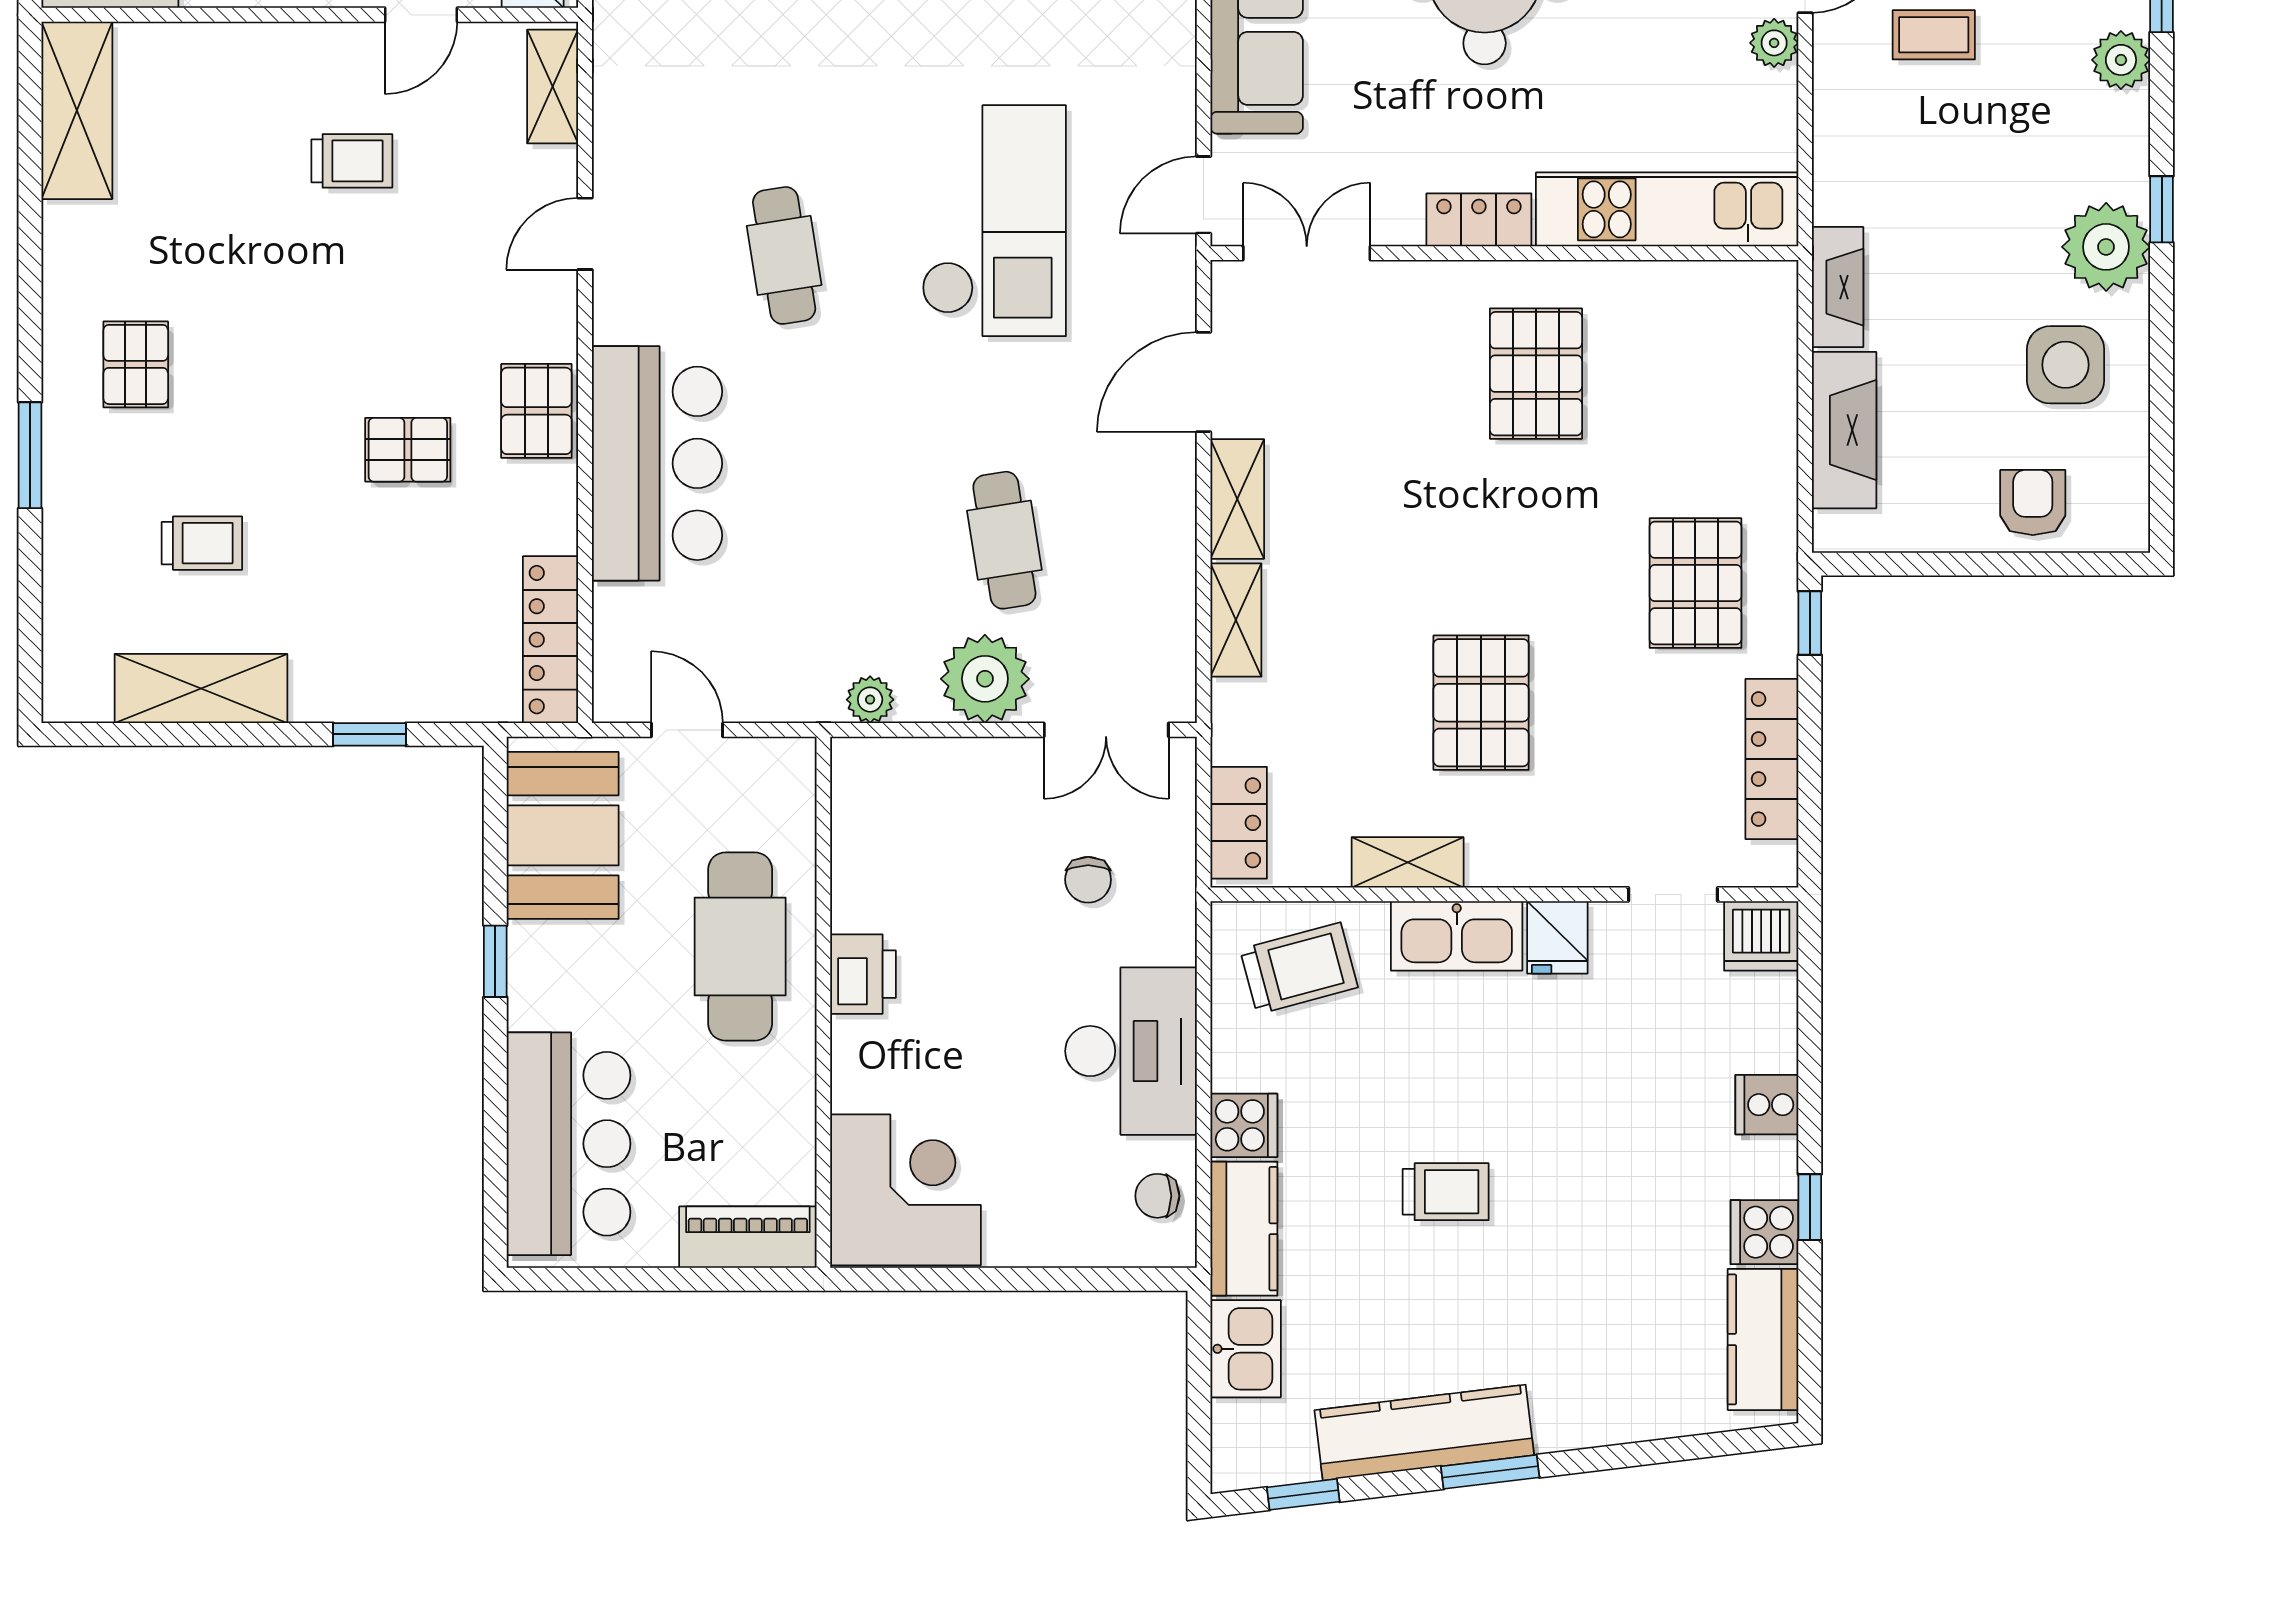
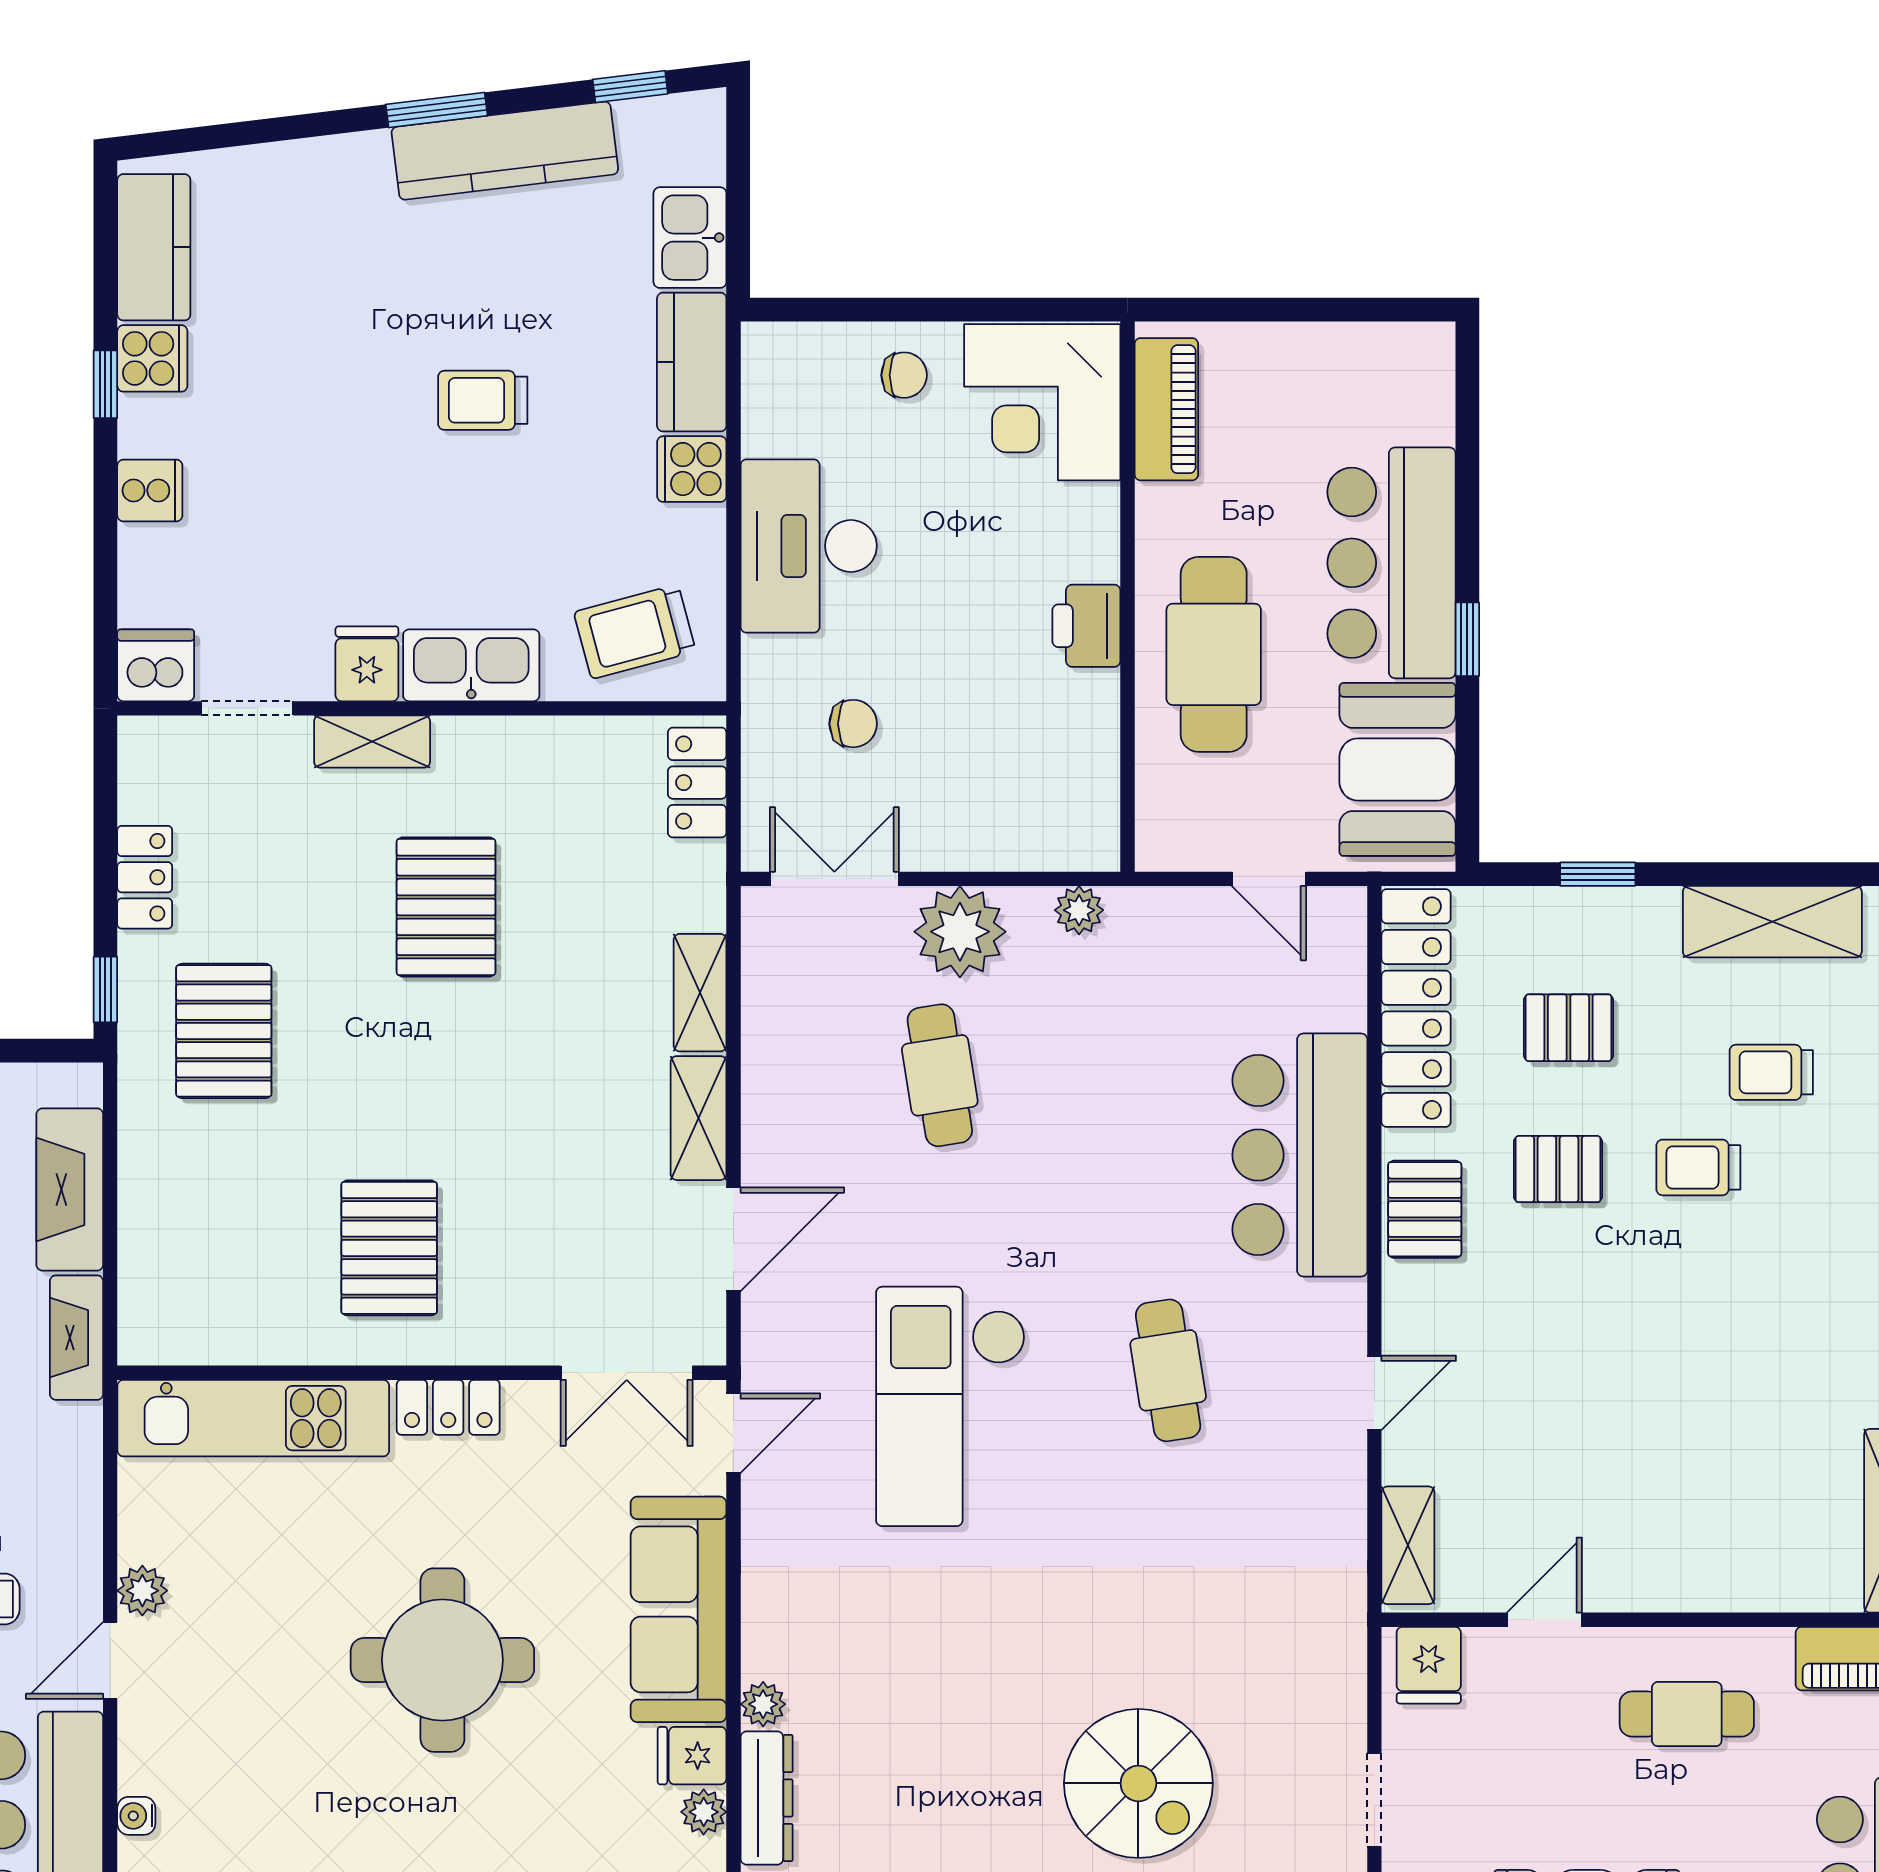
trolley: (352, 161) -> (1698, 1167), moved
pallet: (136, 364) -> (1568, 1028), moved, turned 90
locker: (551, 640) -> (1416, 1008), width x1.41, depth x1.21
locker: (1772, 759) -> (145, 877), width x0.66
shelving: (1408, 862) -> (372, 741), moved
chair: (1088, 880) -> (853, 724), turned 90
bar counter: (569, 1144) -> (1391, 563), moved
chair: (1157, 1196) -> (904, 375), moved
piano: (748, 1237) -> (1166, 409), moved, turned -90

